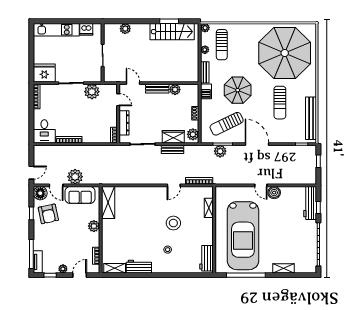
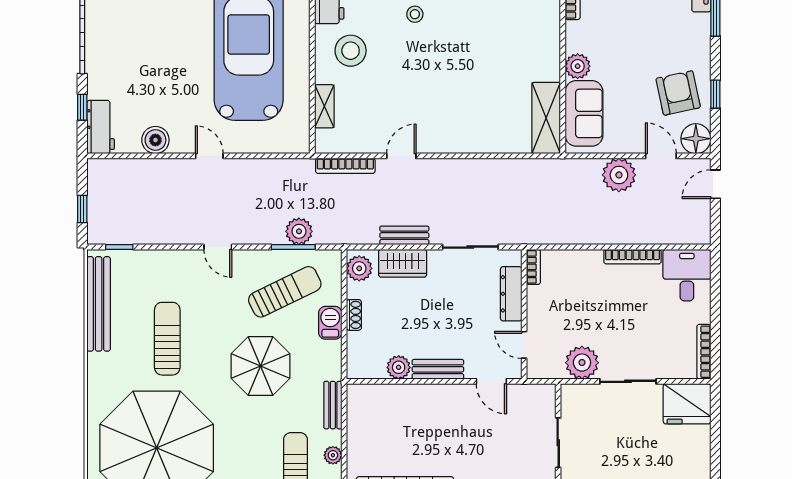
barbecue: (206, 91) -> (330, 323), moved
door: (257, 144) -> (218, 247), width x0.53
boiler: (274, 193) -> (155, 140), moved
sofa: (80, 195) -> (584, 113), moved, turned 90
workbench: (310, 203) -> (101, 127), width x0.73
stool: (173, 223) -> (351, 51), moved

